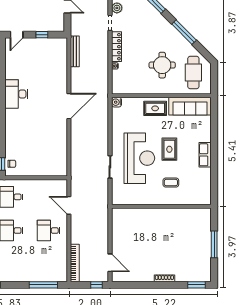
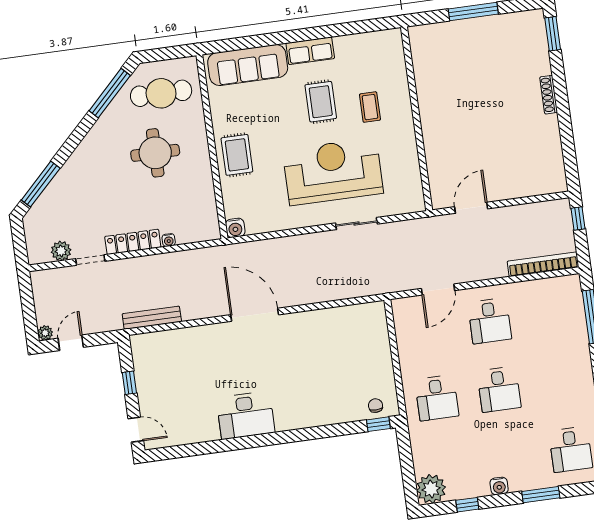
window: (184, 32) -> (110, 93), moved
sofa: (190, 106) -> (248, 65), moved, turned 90
rug: (169, 149) -> (321, 102), moved, turned 90
door: (110, 263) -> (471, 208), moved

